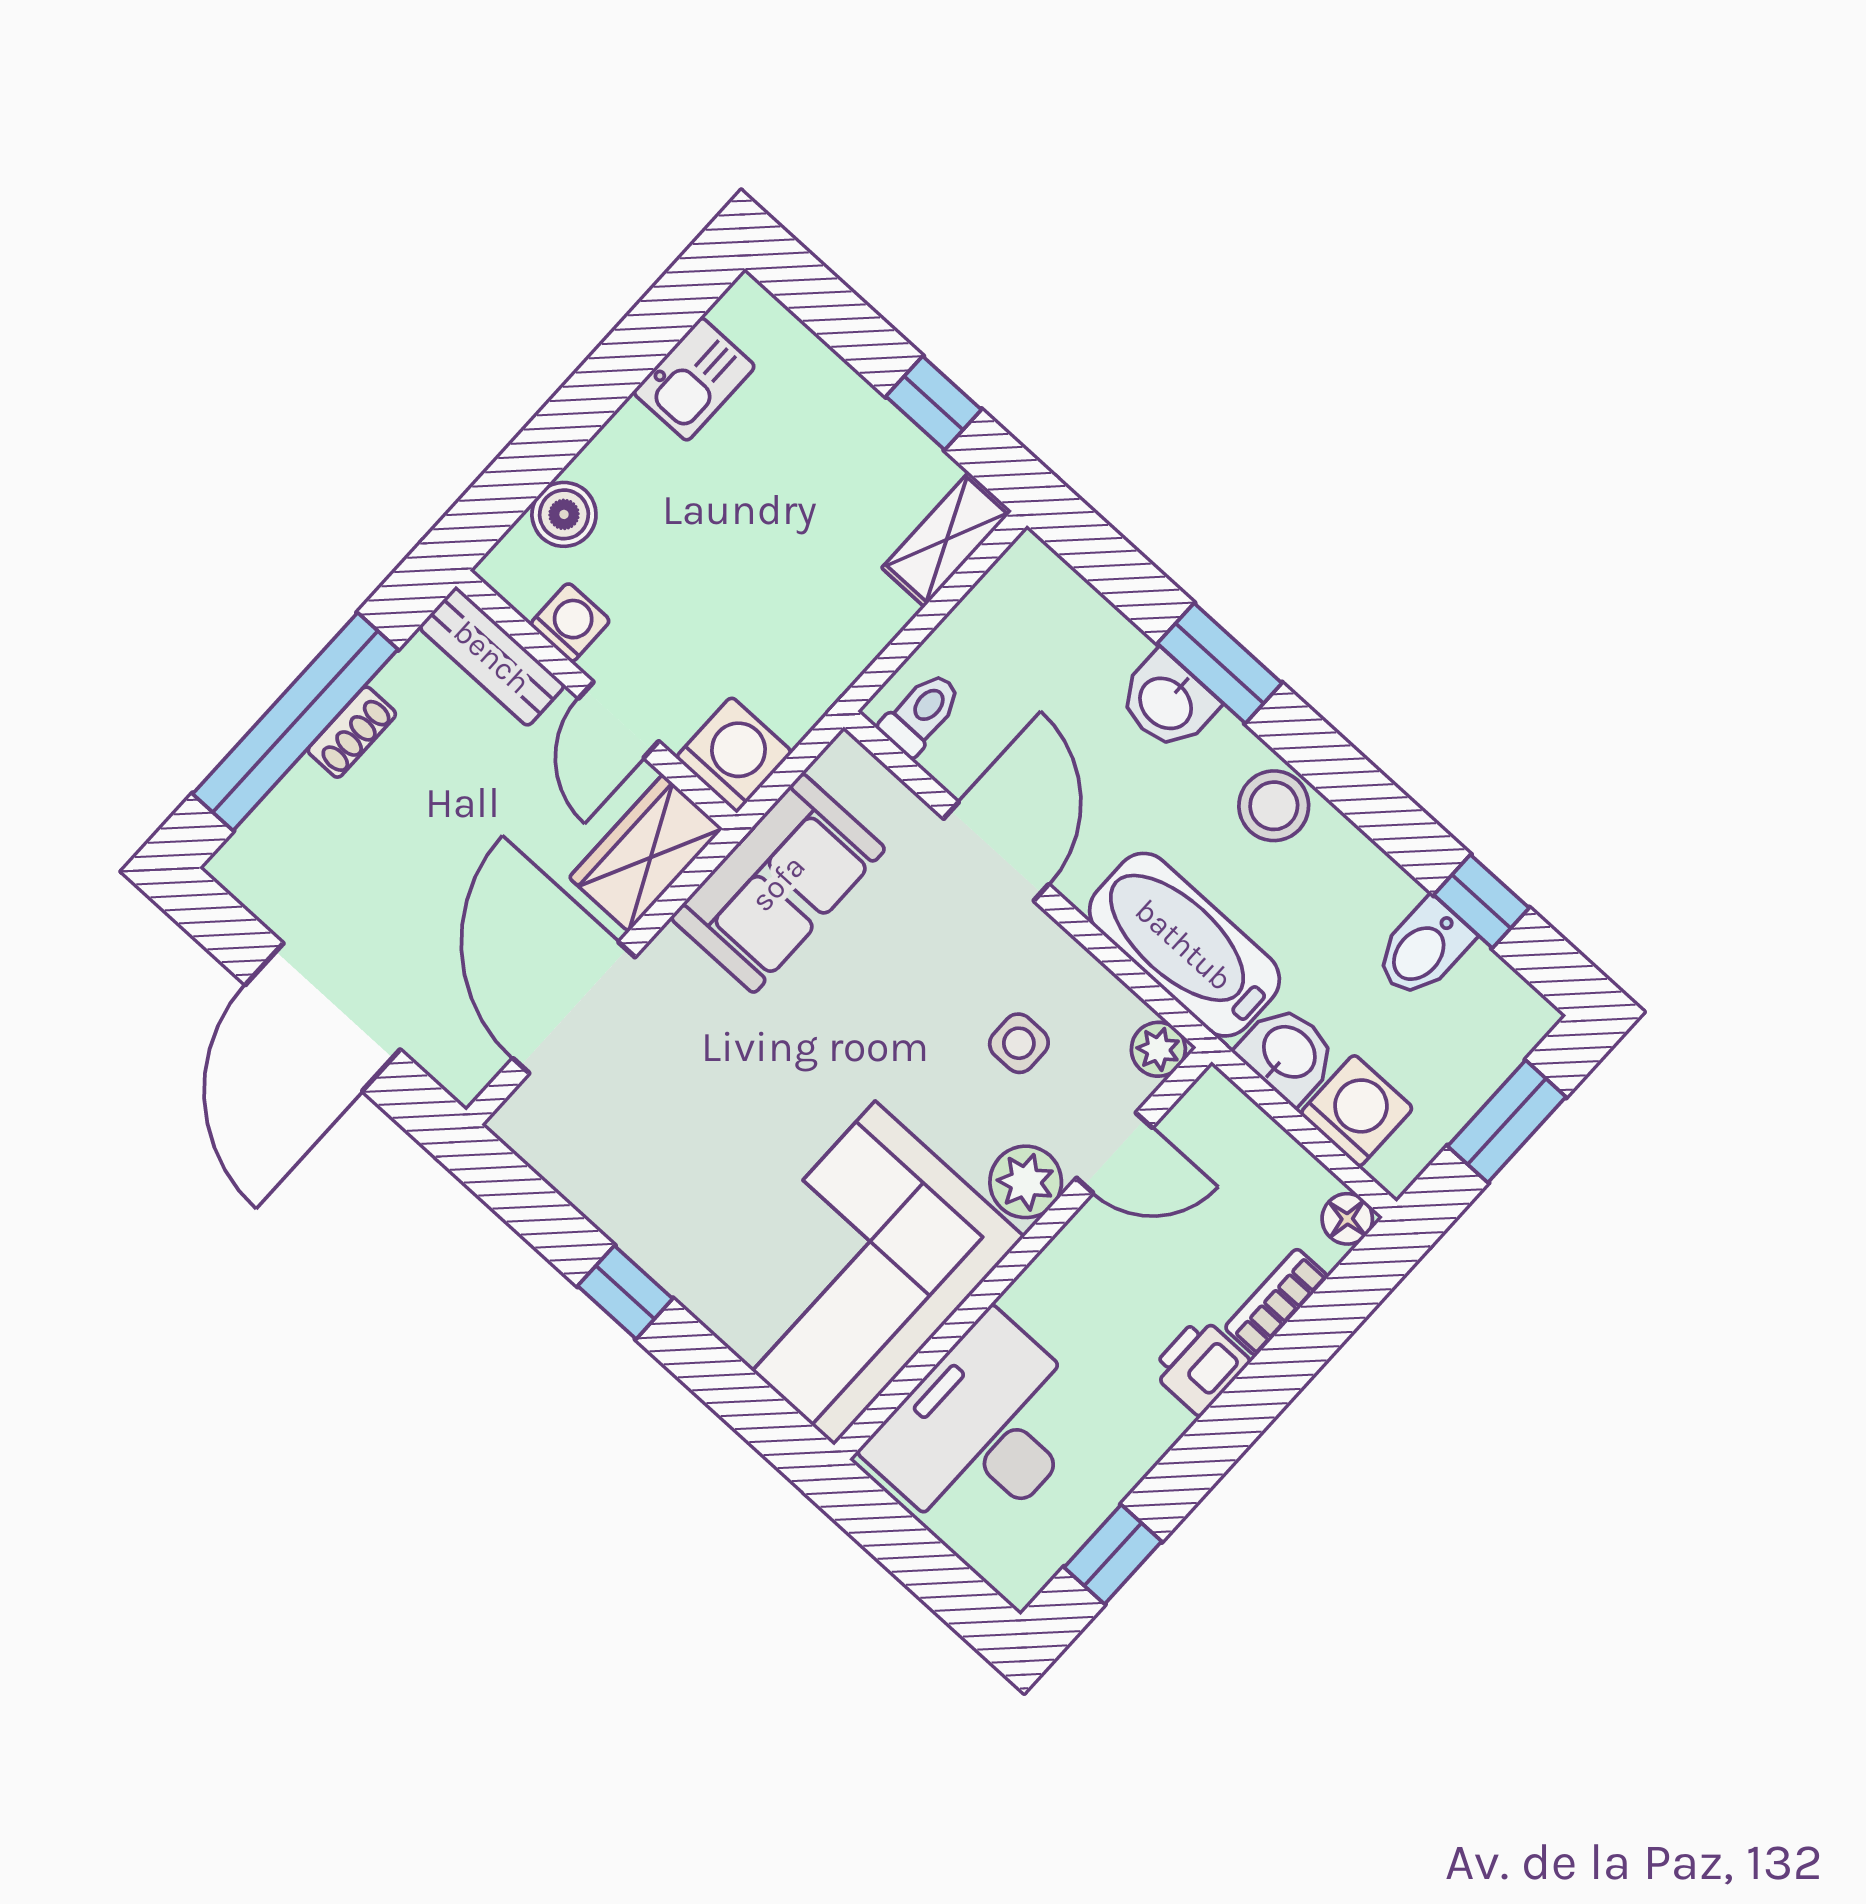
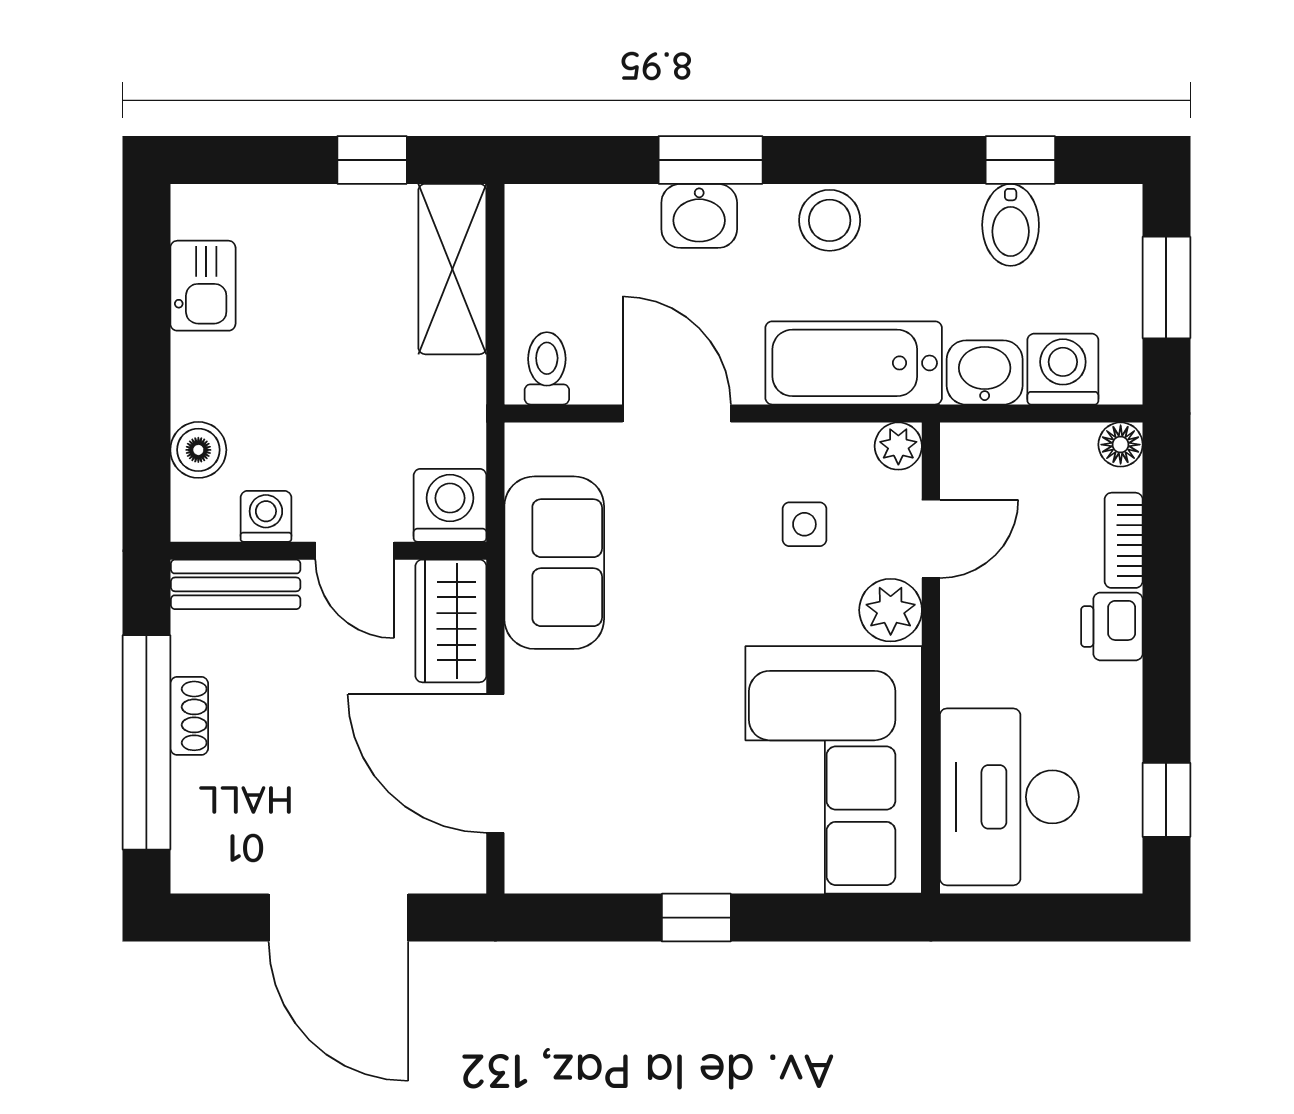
shelving: (947, 539) -> (452, 269), width x1.50, depth x1.33

